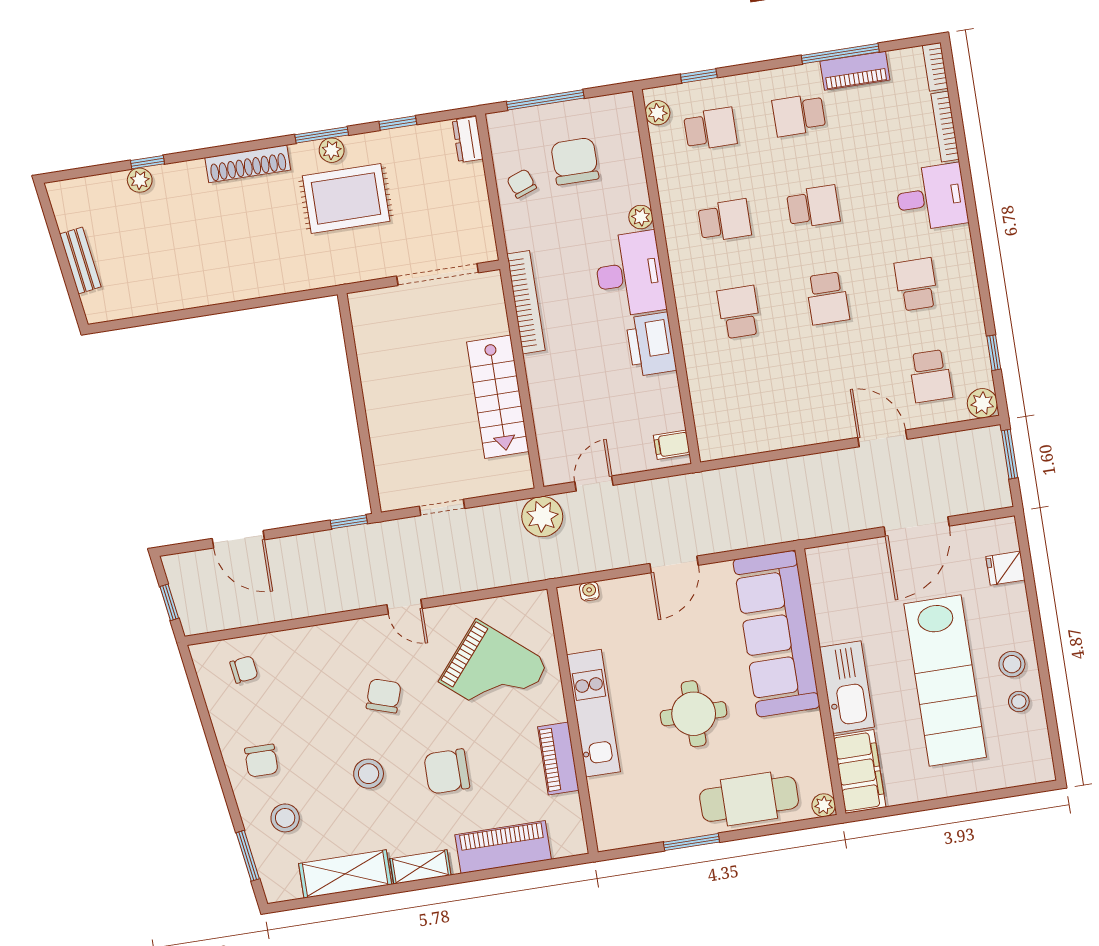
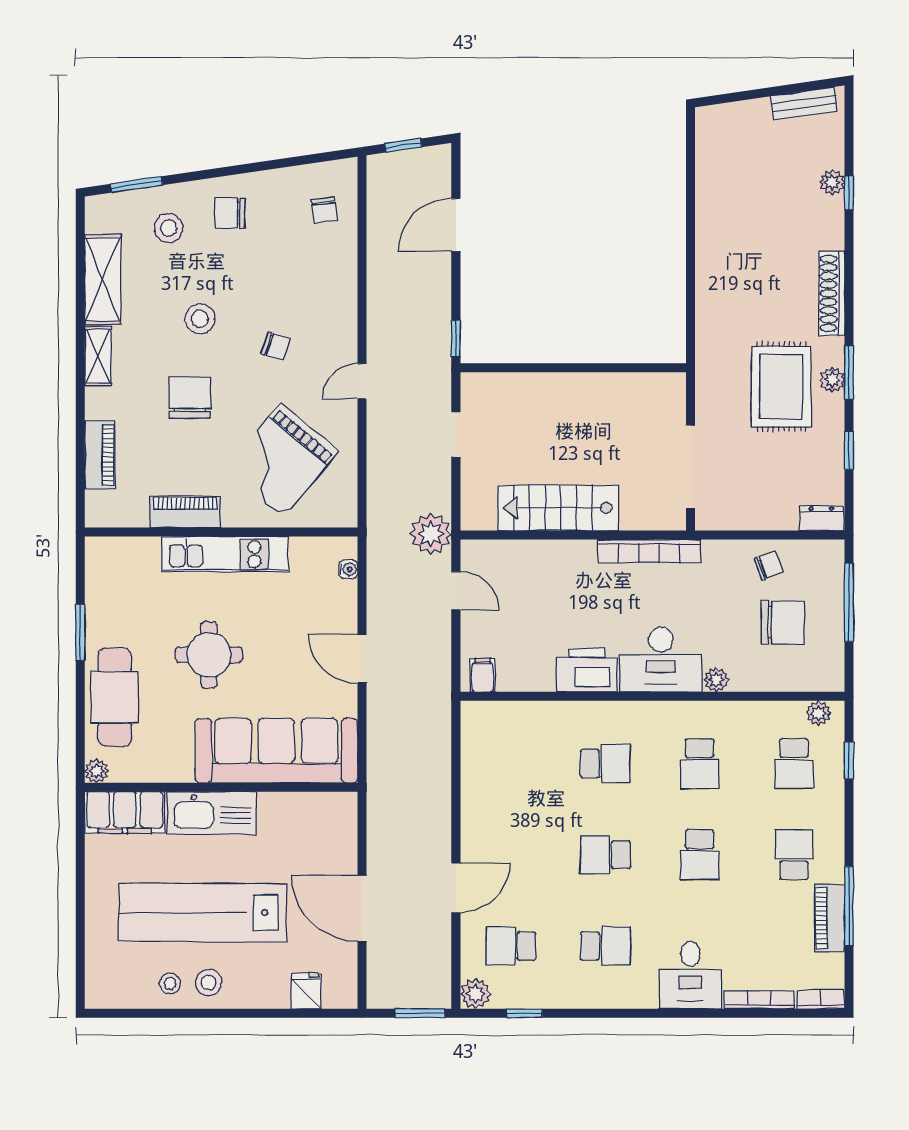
bench: (80, 260) -> (804, 104), moved
chair: (384, 696) -> (276, 346), width x0.73, depth x0.73
piano: (503, 847) -> (100, 455), width x0.73, depth x0.75

